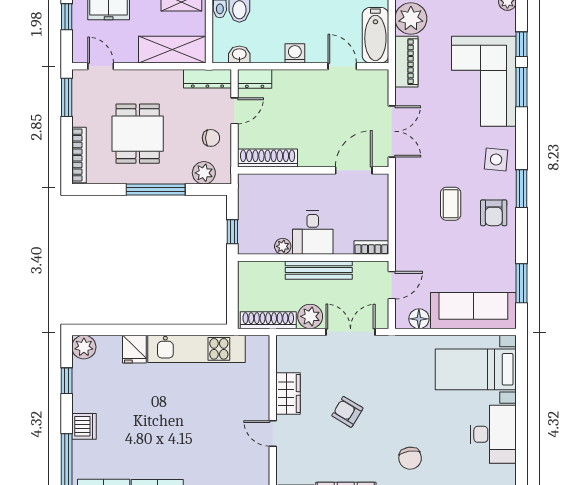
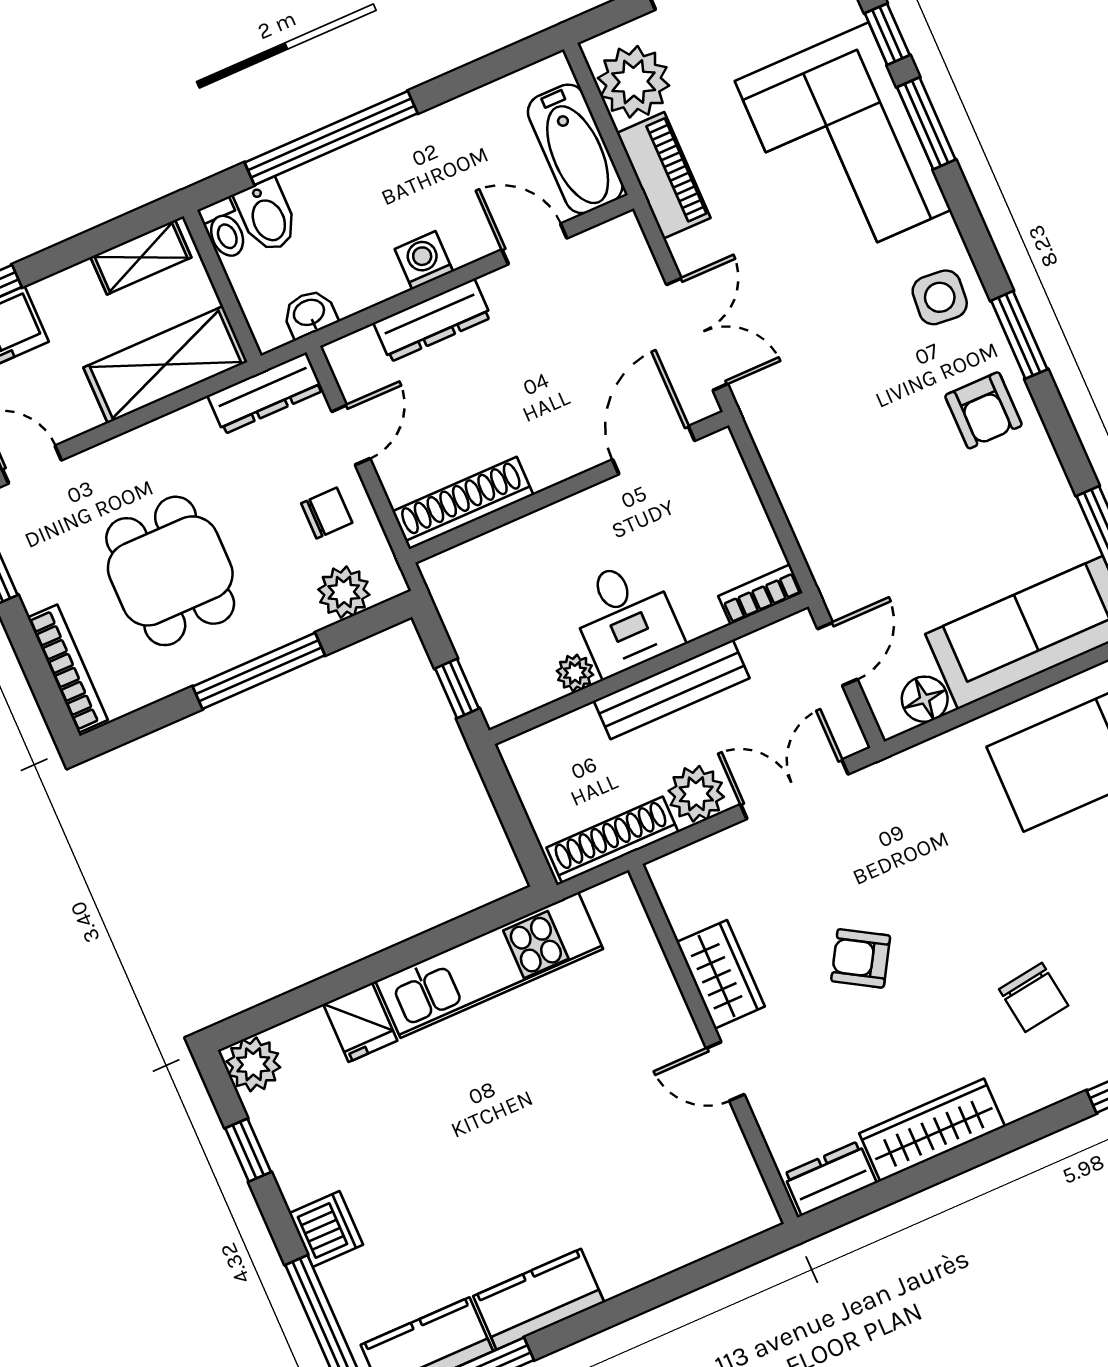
dresser: (255, 79) -> (432, 320), moved, width x1.44
coffee table: (451, 204) -> (886, 431), removed

